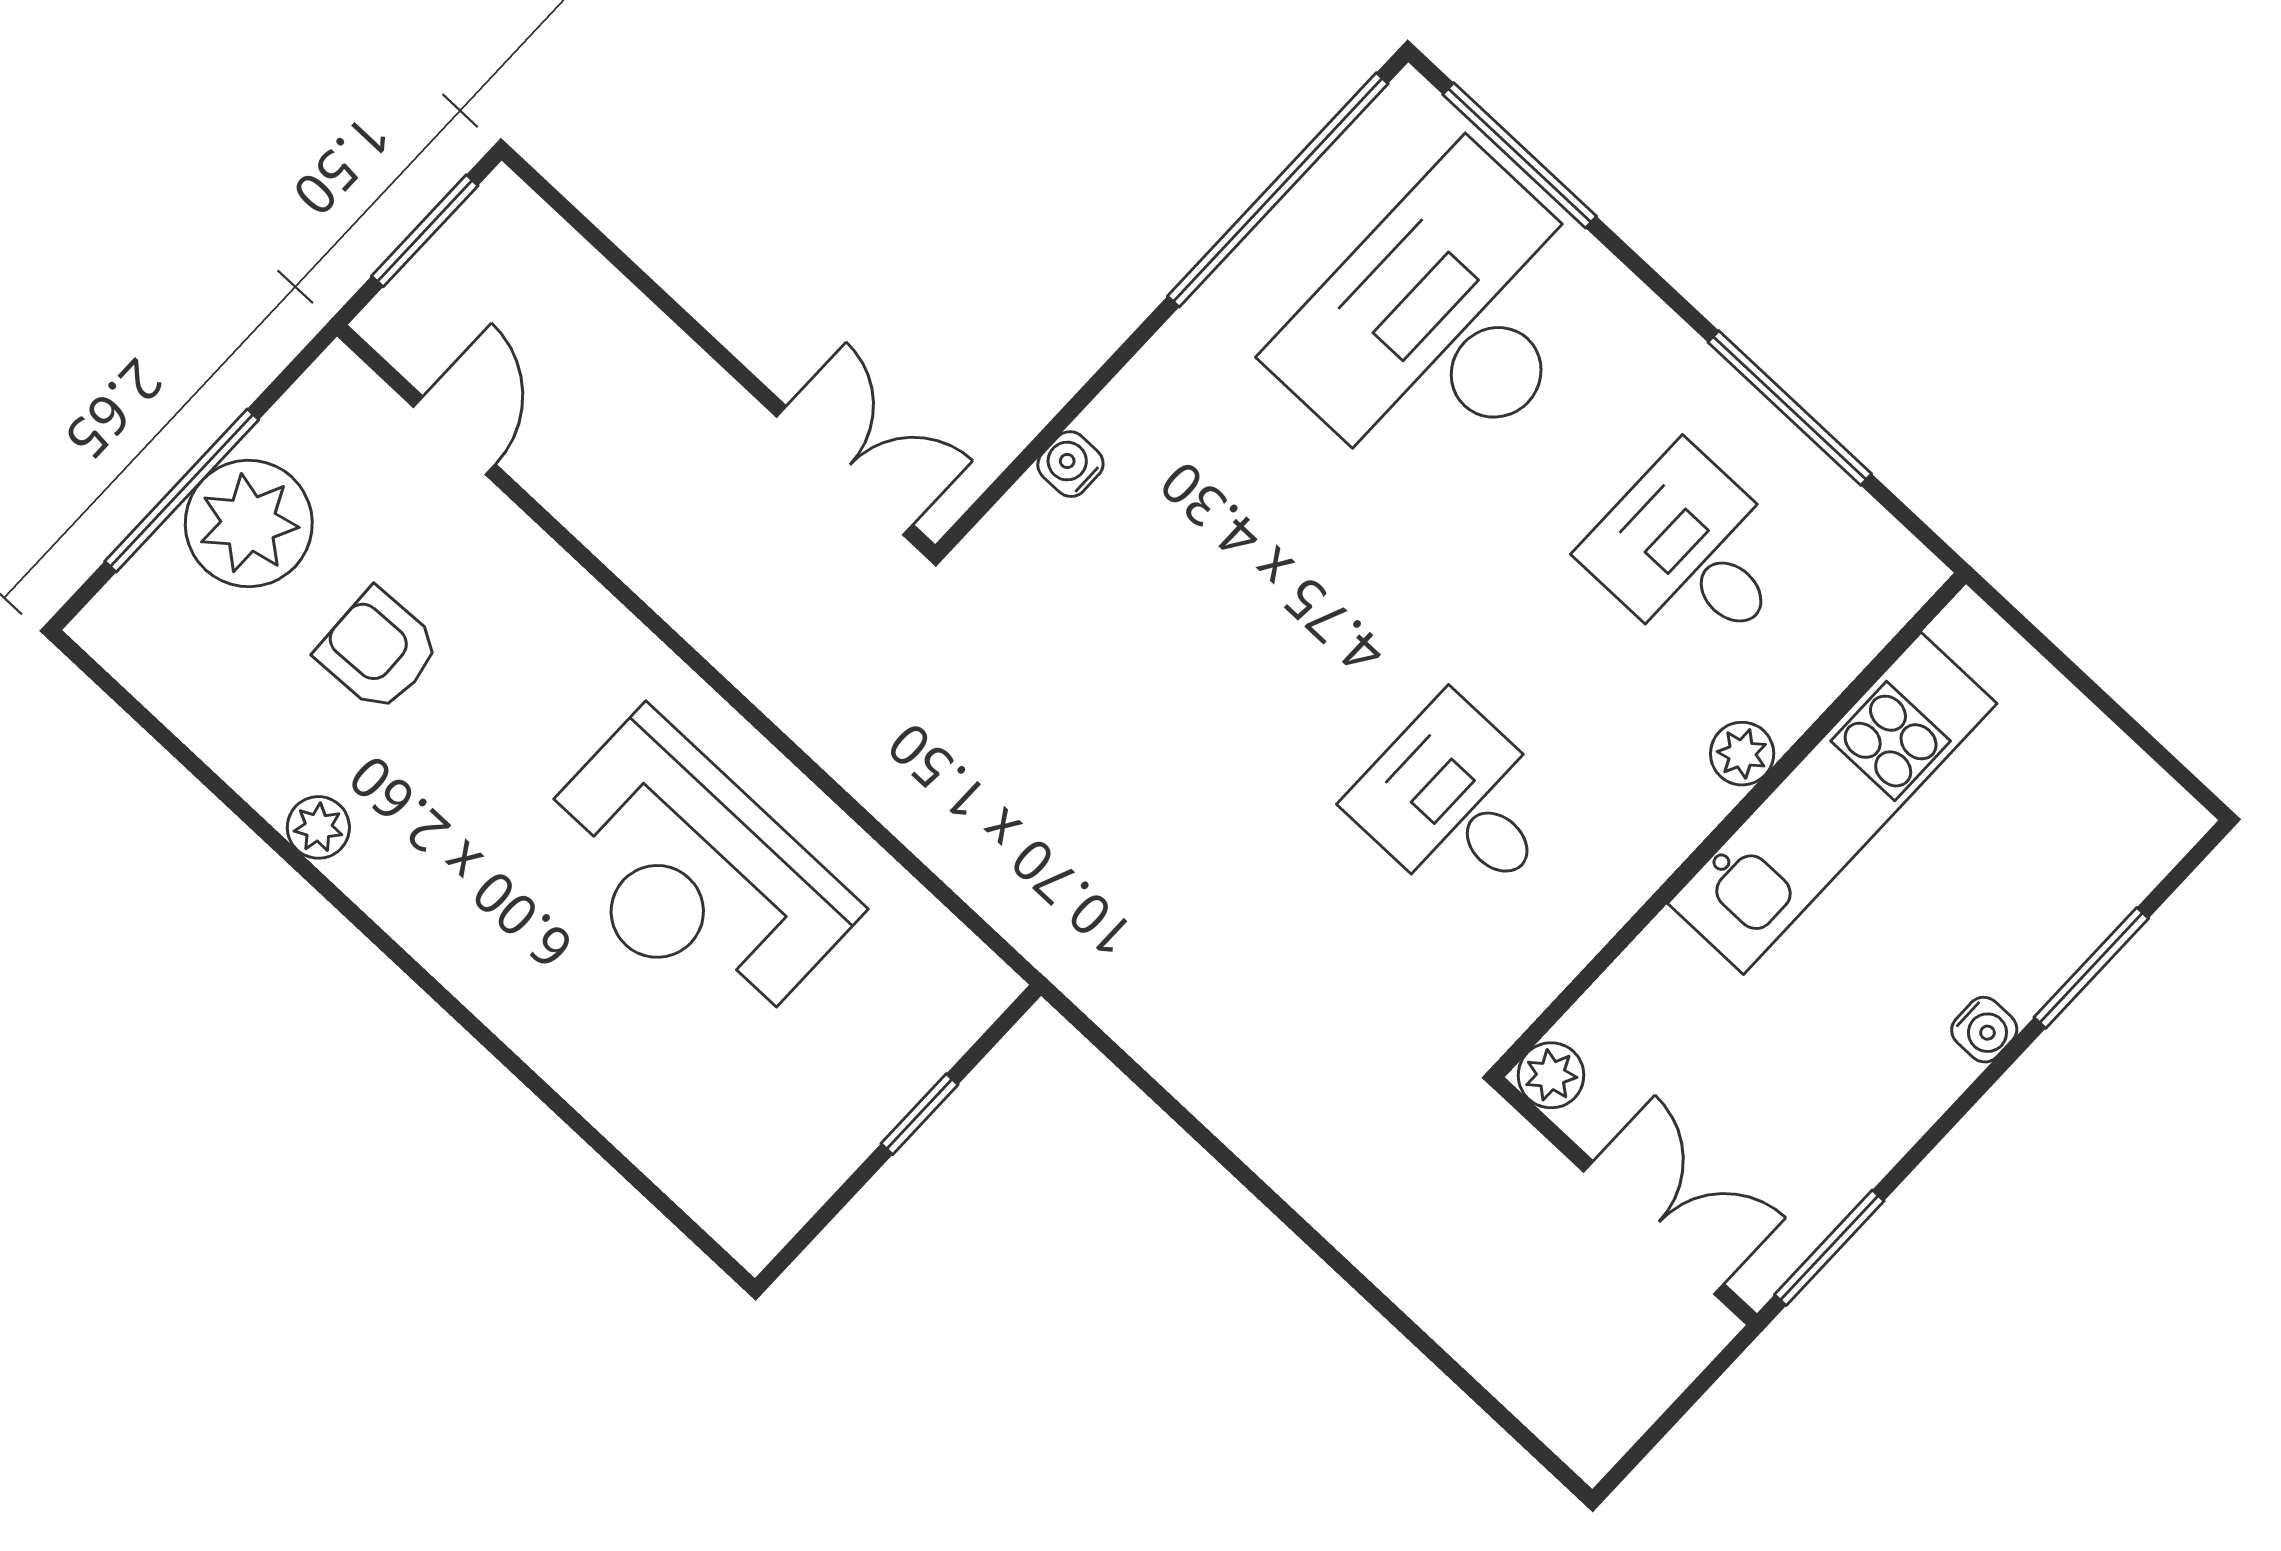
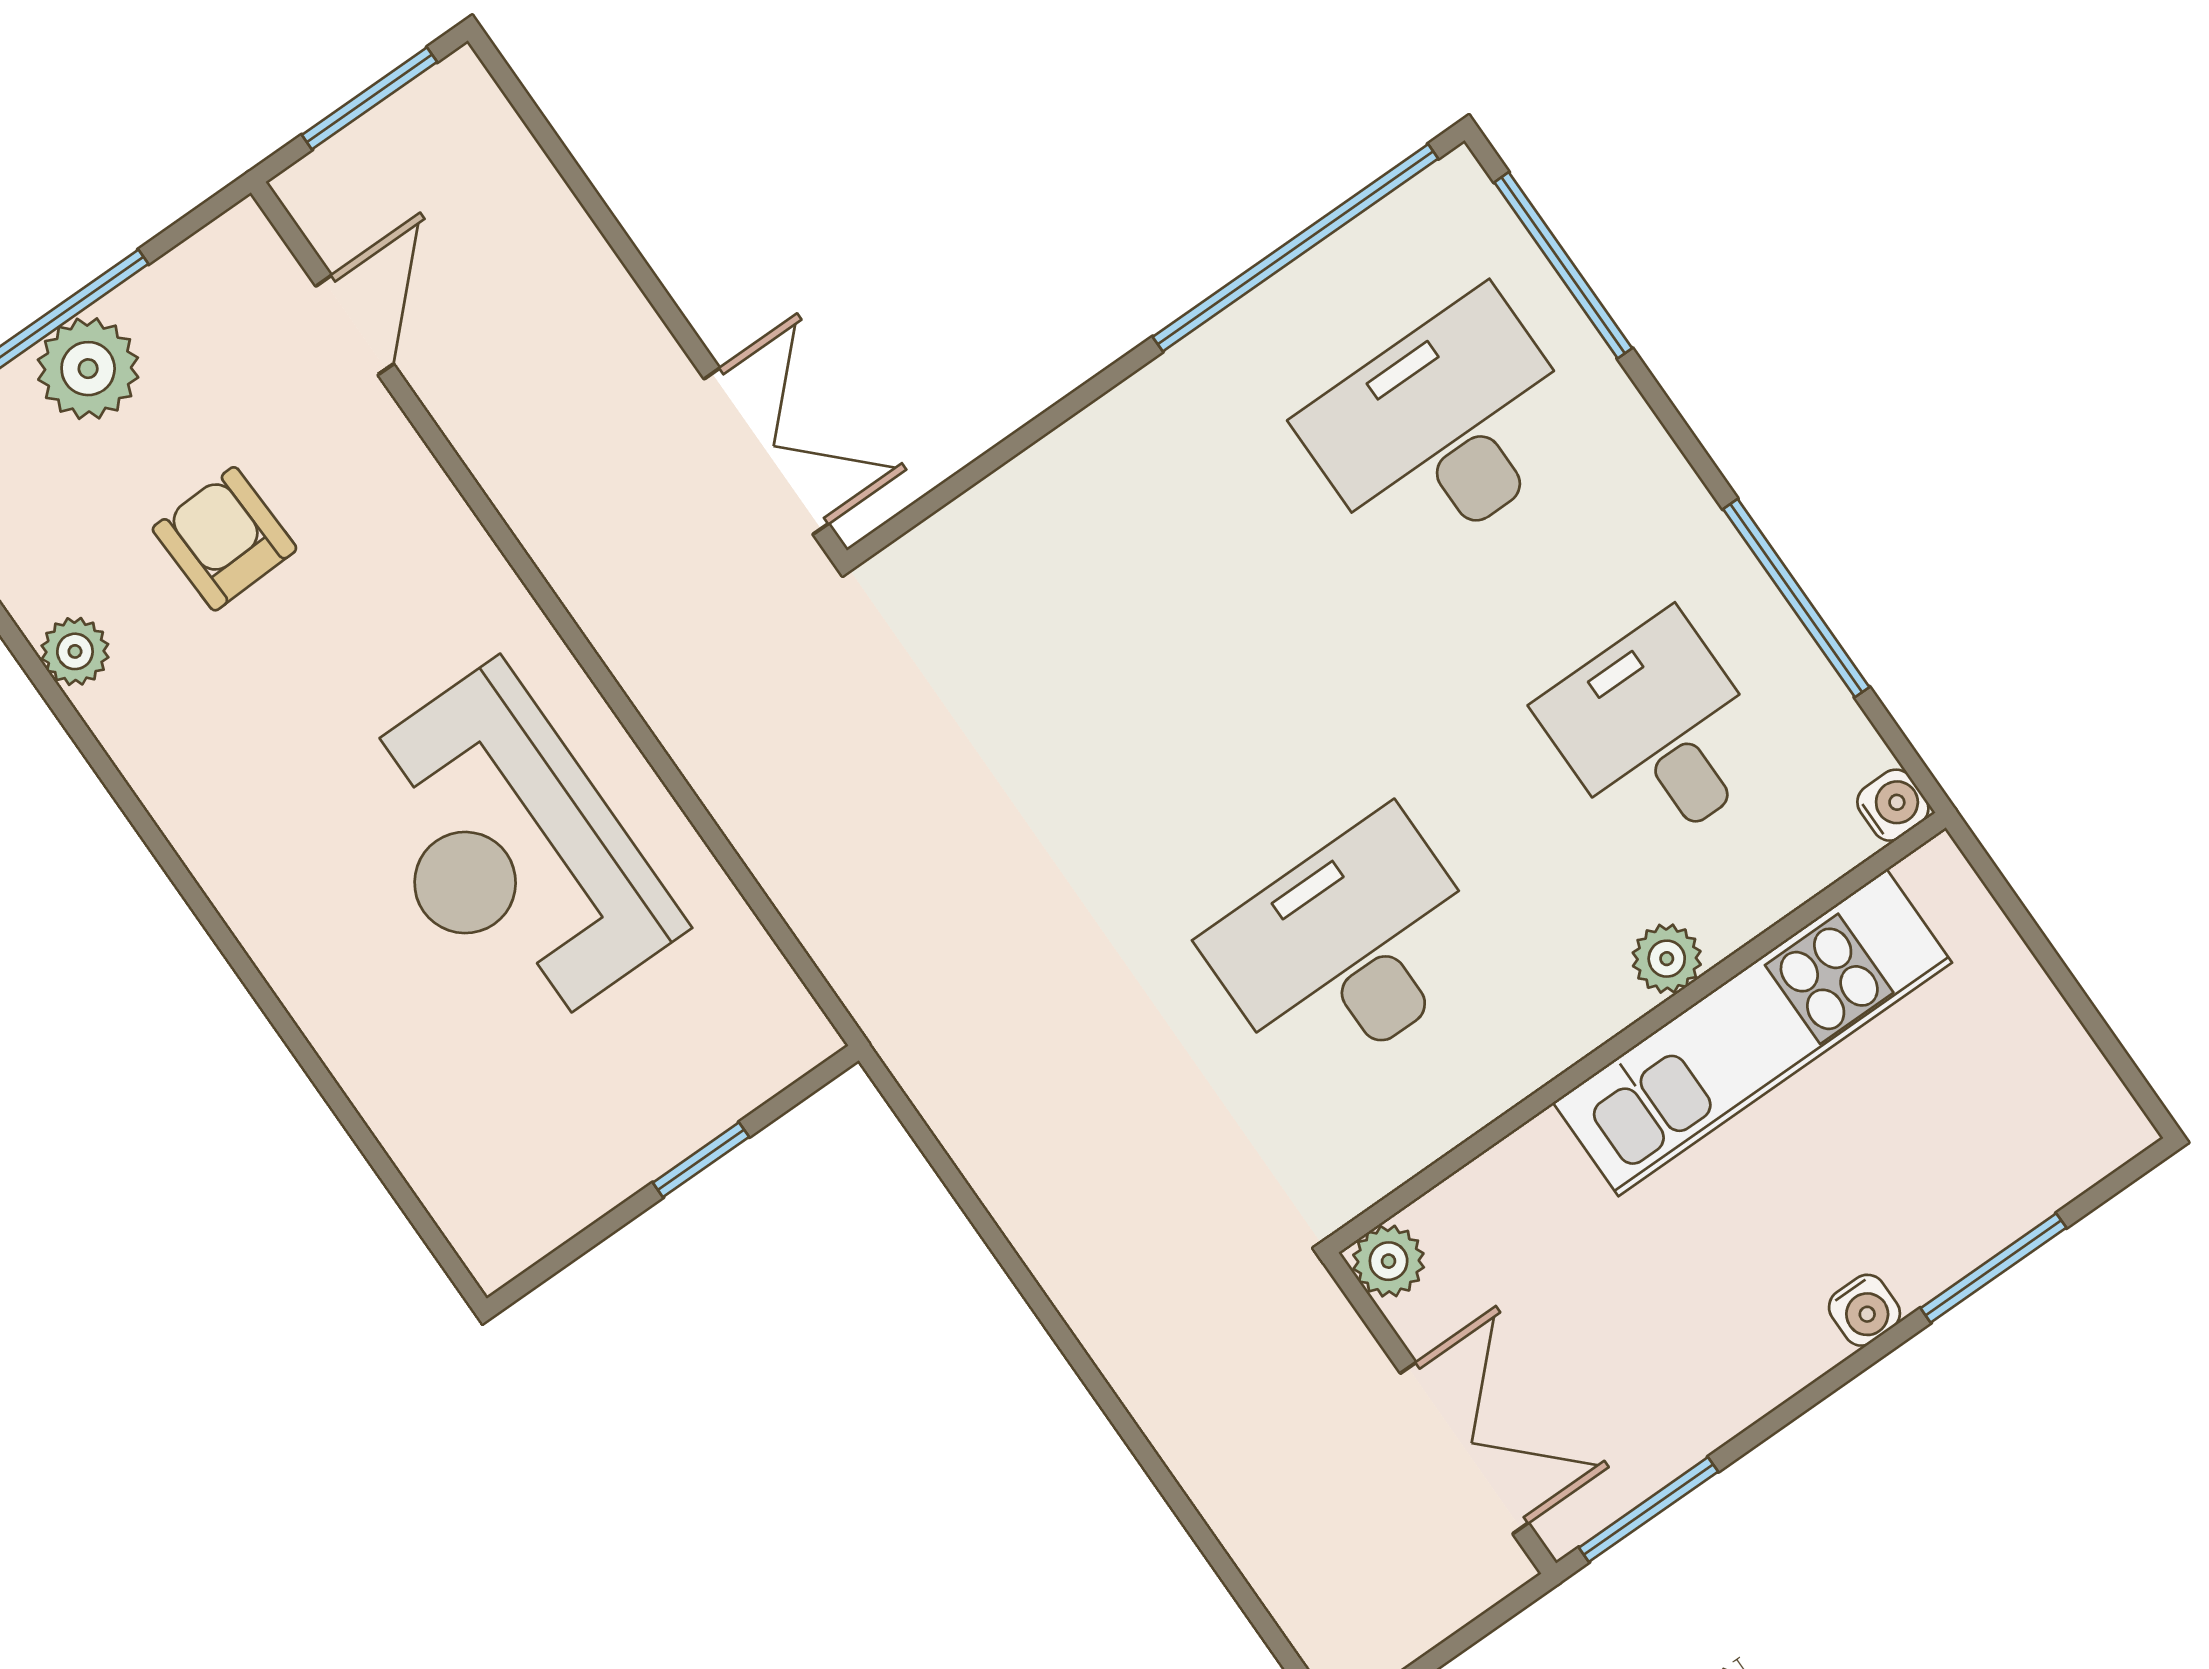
desk: (1444, 324) -> (1444, 429), width x0.73, depth x0.77
water cooler: (1070, 464) -> (1893, 805), moved, turned 90
plant: (249, 523) -> (88, 369), width x0.73, depth x0.73
desk: (1457, 805) -> (1349, 949), width x1.37
plant: (318, 827) -> (75, 651), moved

